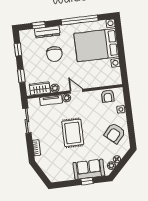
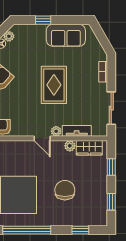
dresser: (47, 32) -> (70, 220), removed
sofa: (89, 169) -> (66, 35), moved

